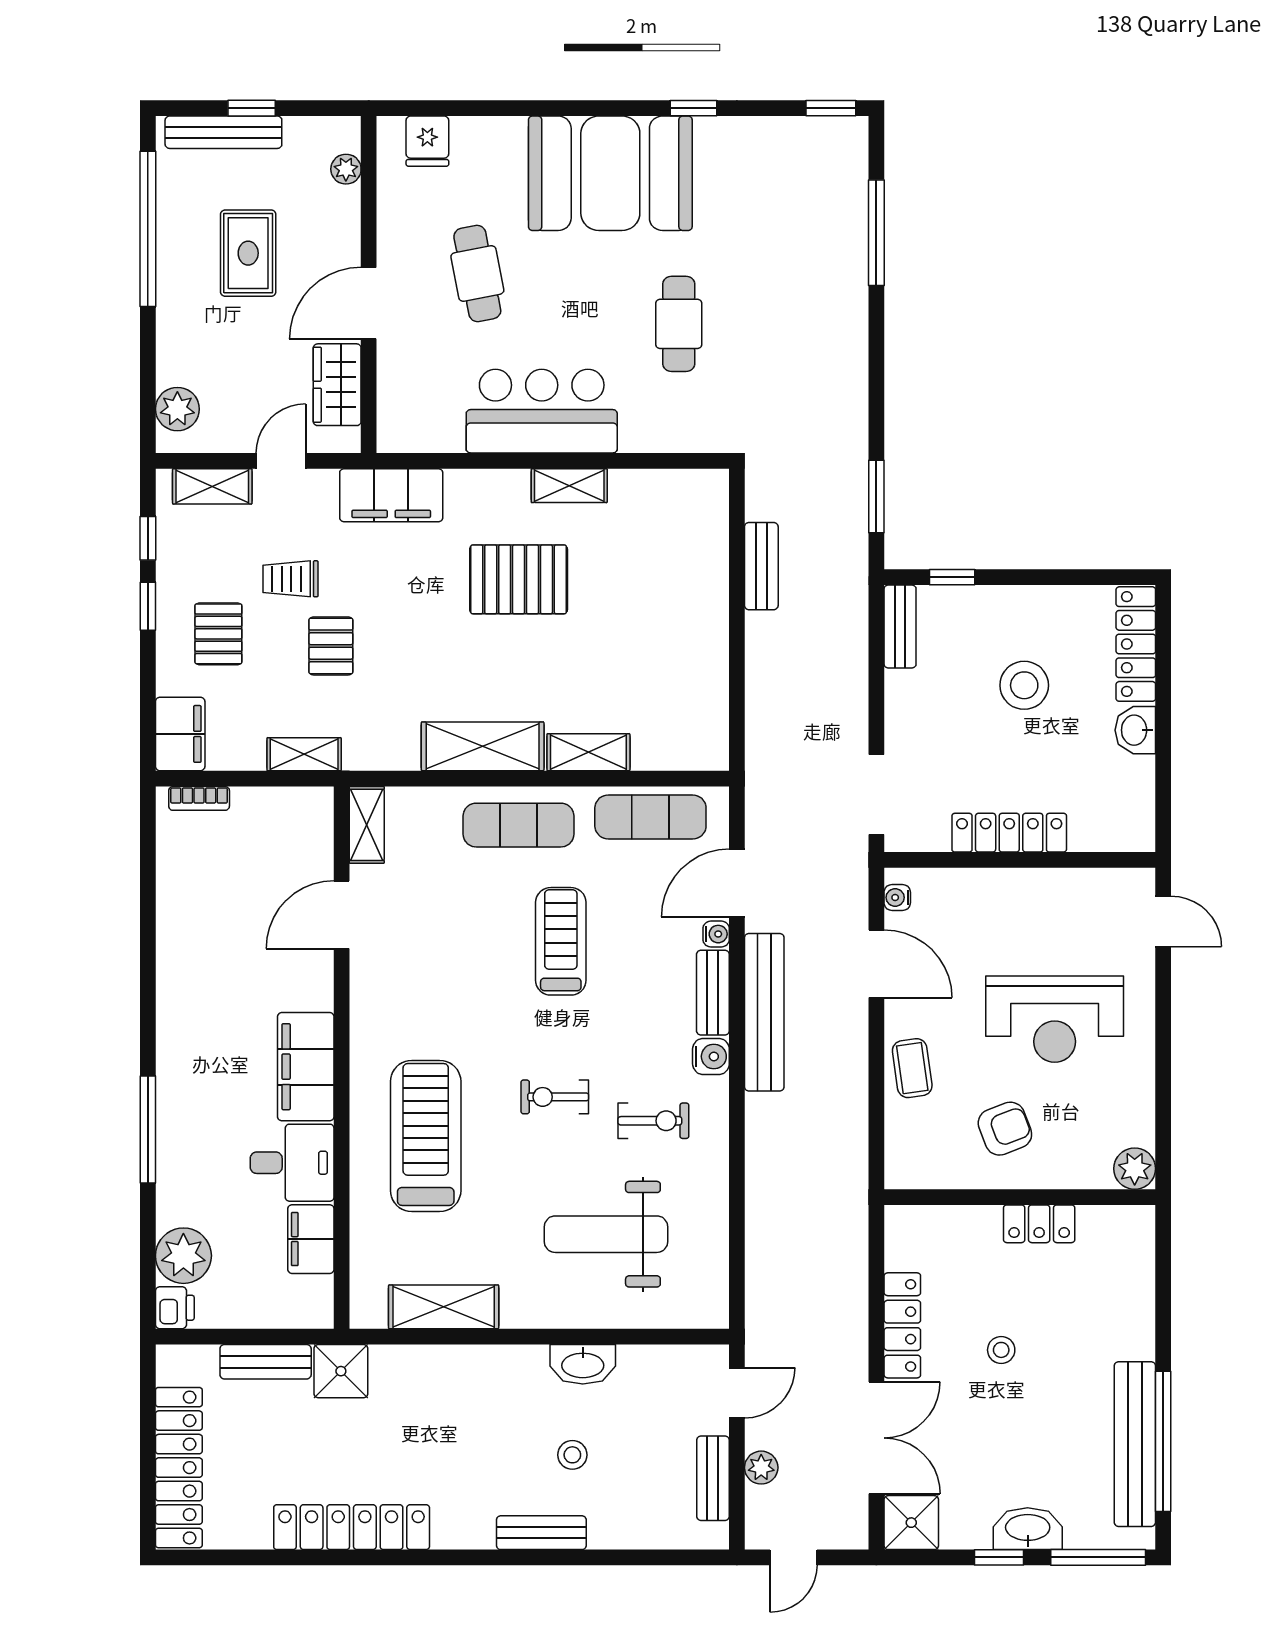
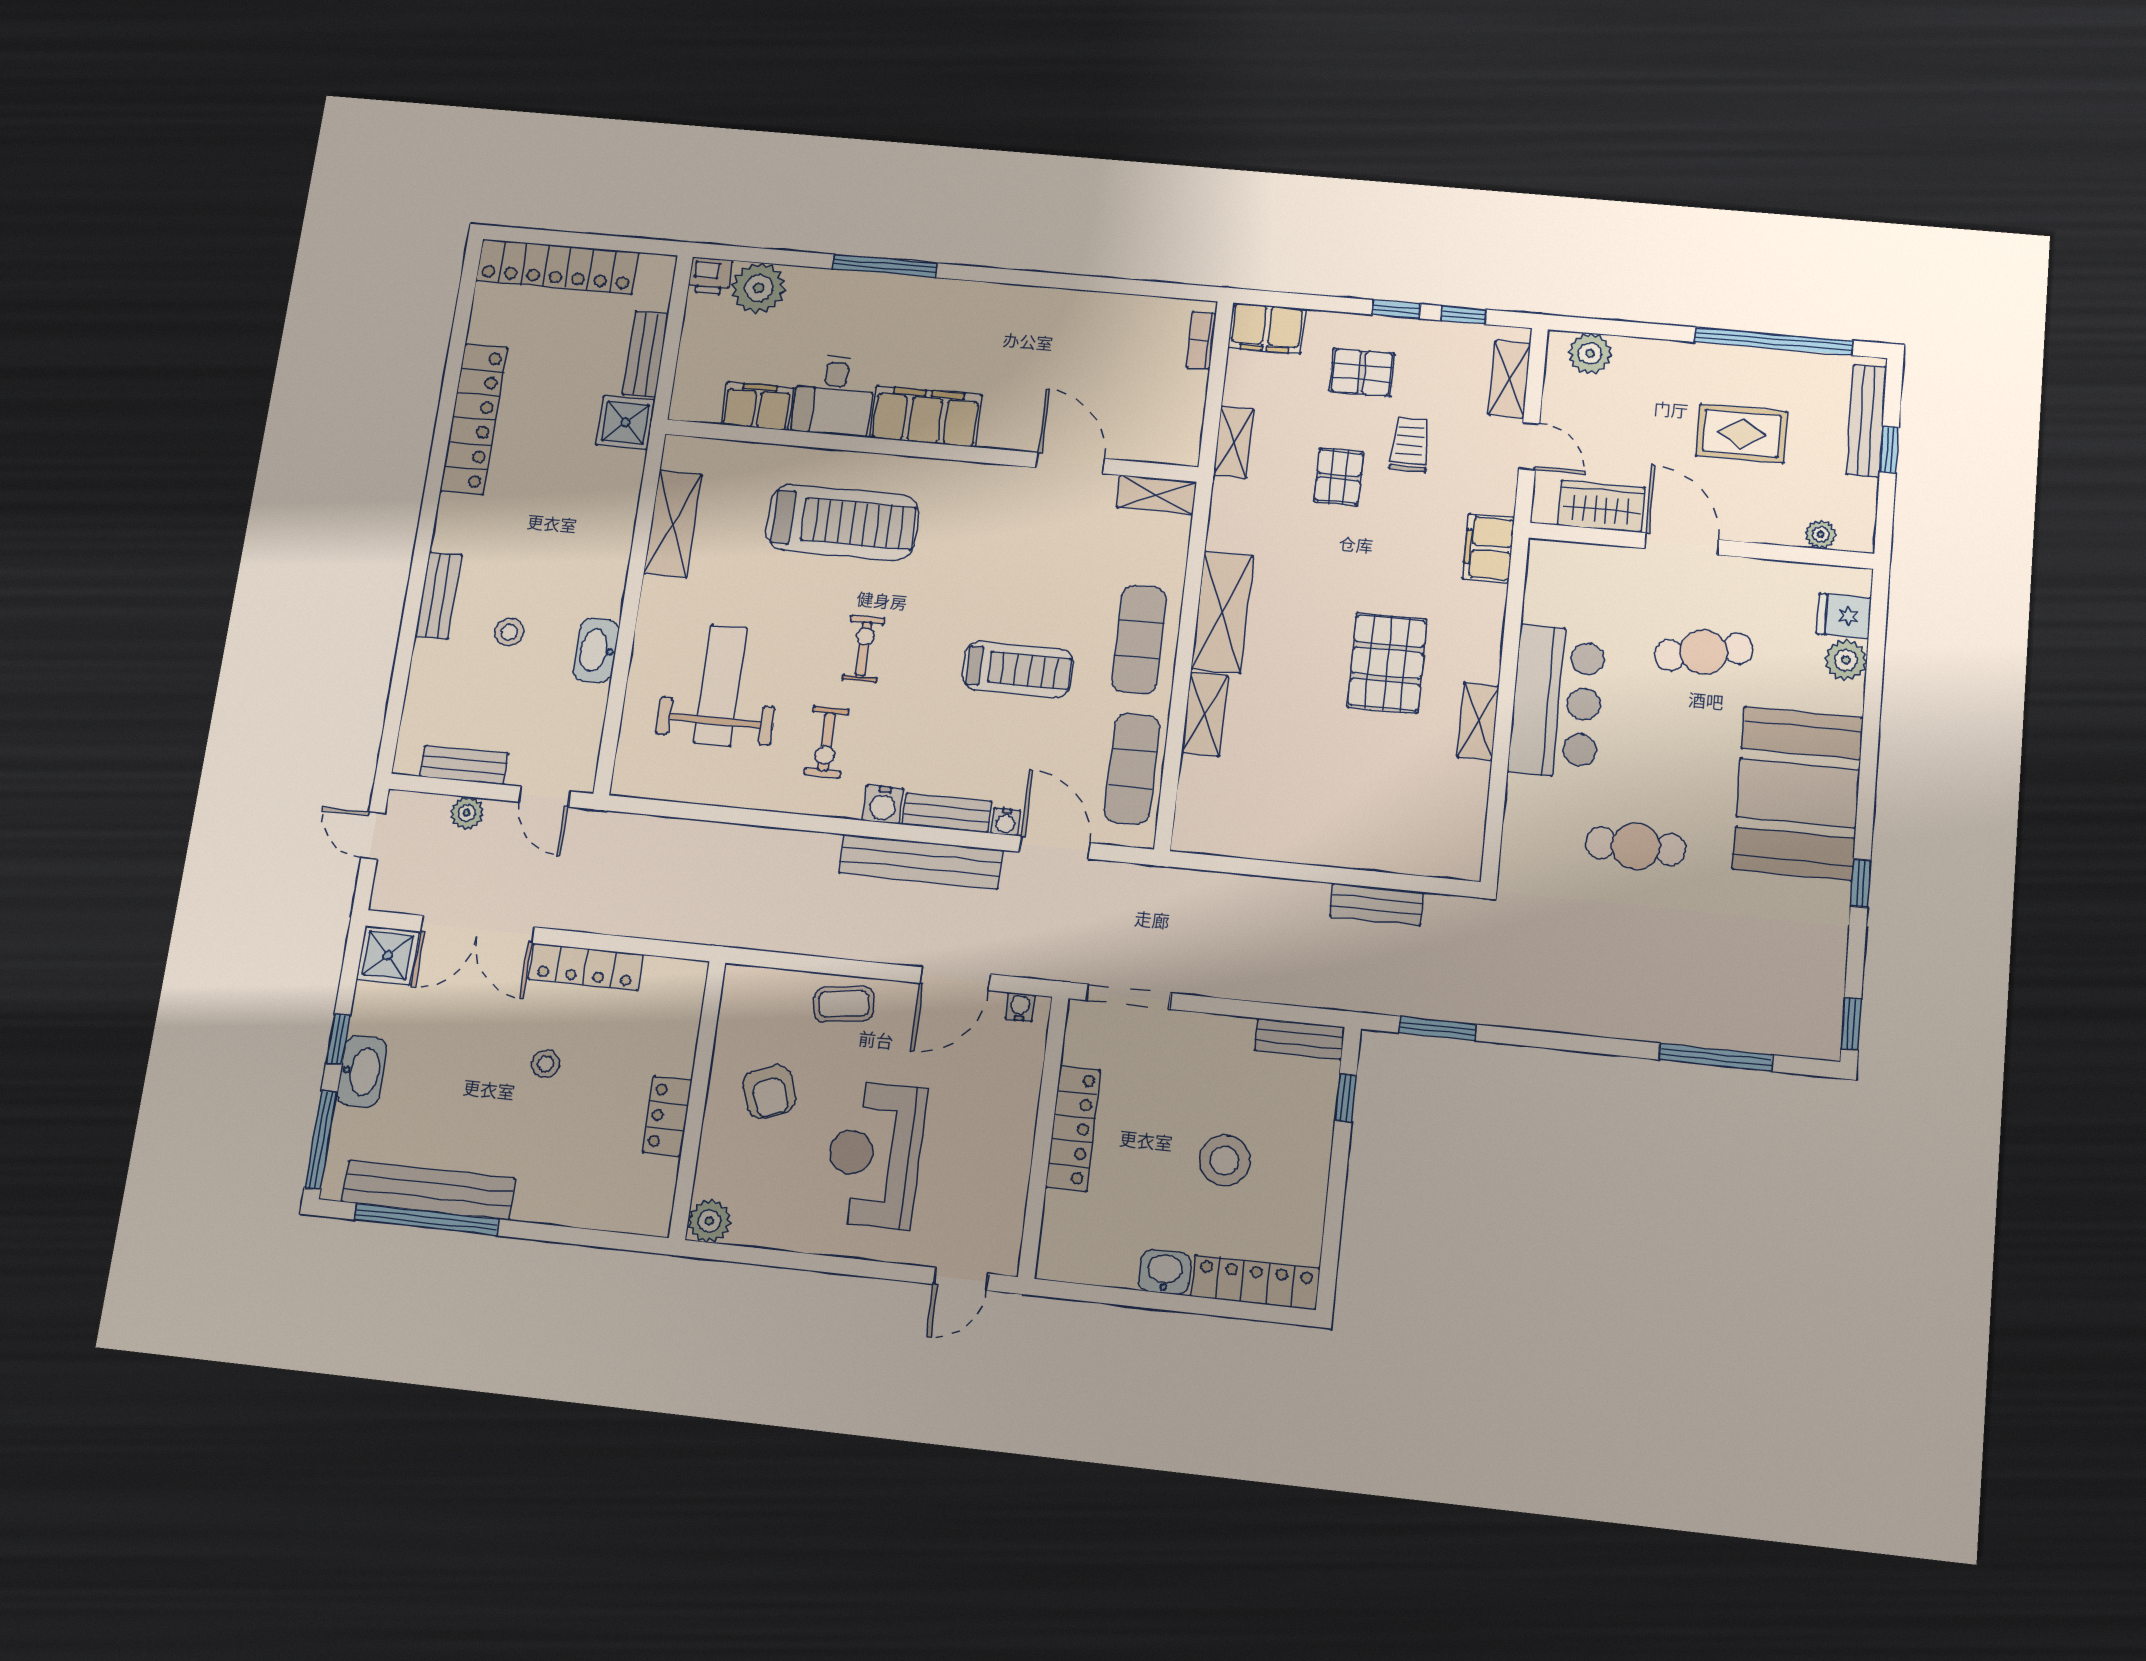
plant: (472, 136) -> (1846, 660), added
filing cabinet: (391, 495) -> (1488, 548), width x0.67, depth x0.86
pallet: (331, 646) -> (1339, 477), turned 90

